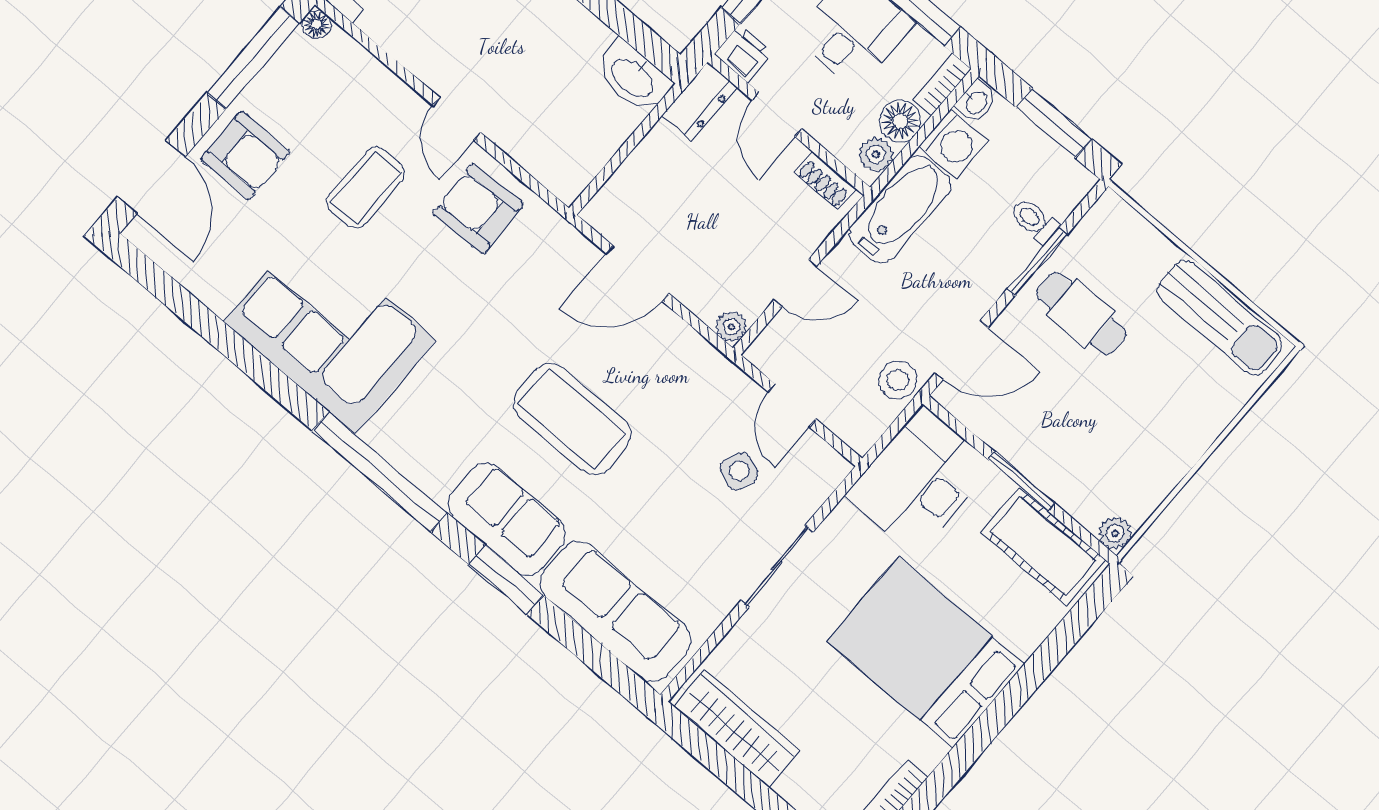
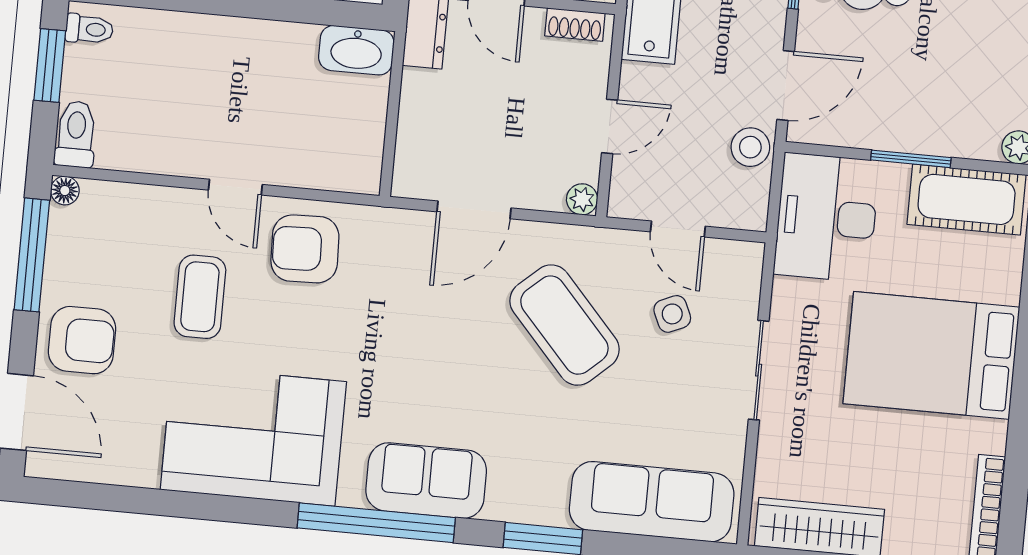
coffee table: (572, 419) -> (564, 325), moved, turned 48
side table: (739, 471) -> (672, 314), turned 45
sofa: (507, 519) -> (426, 481), moved

